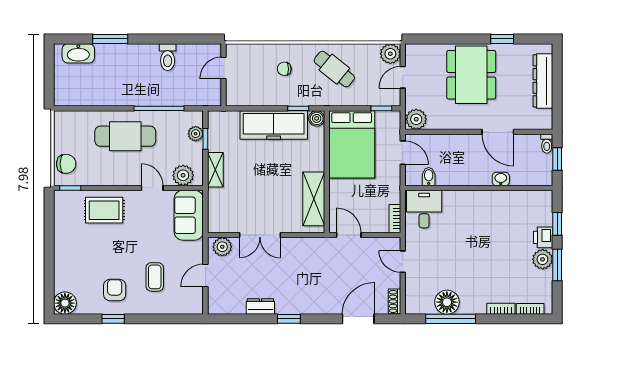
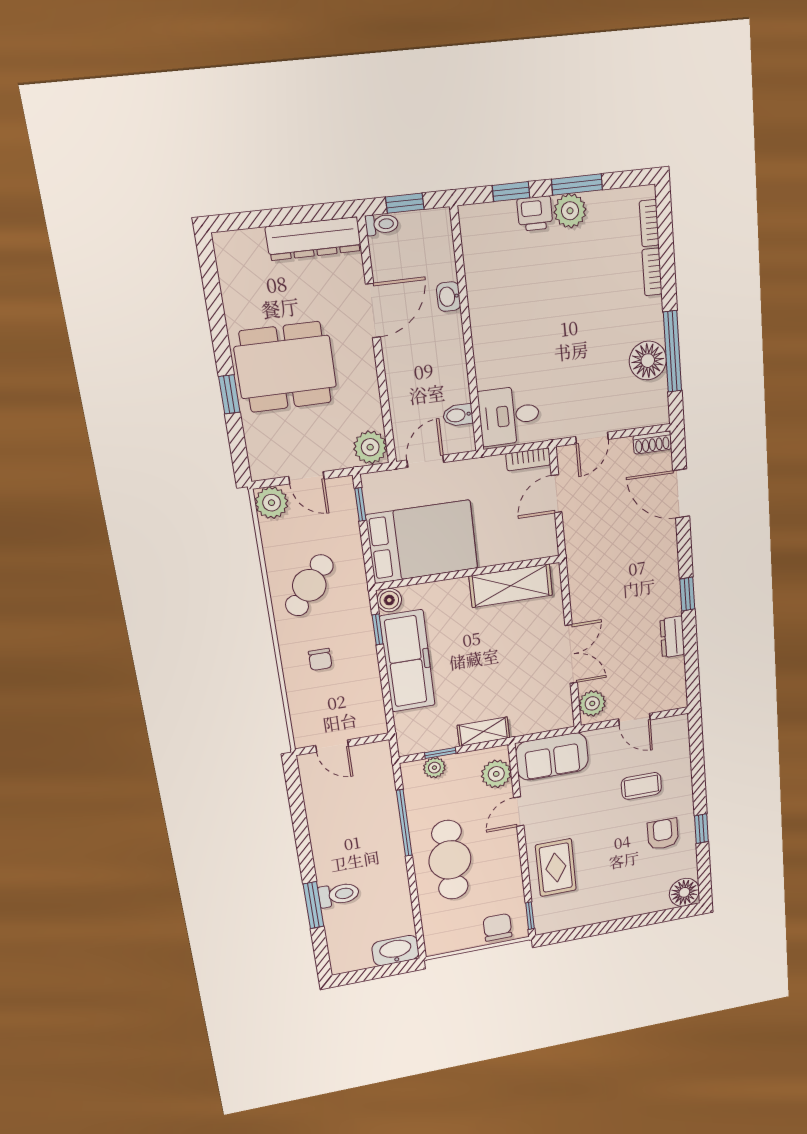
window: (502, 39) -> (229, 394), moved
washbasin: (78, 53) -> (396, 951), moved, turned -90
toilet: (168, 57) -> (339, 894), moved
dresser: (543, 81) -> (314, 239), moved
door: (349, 235) -> (557, 494), moved
armchair: (115, 290) -> (663, 834), turned 90

